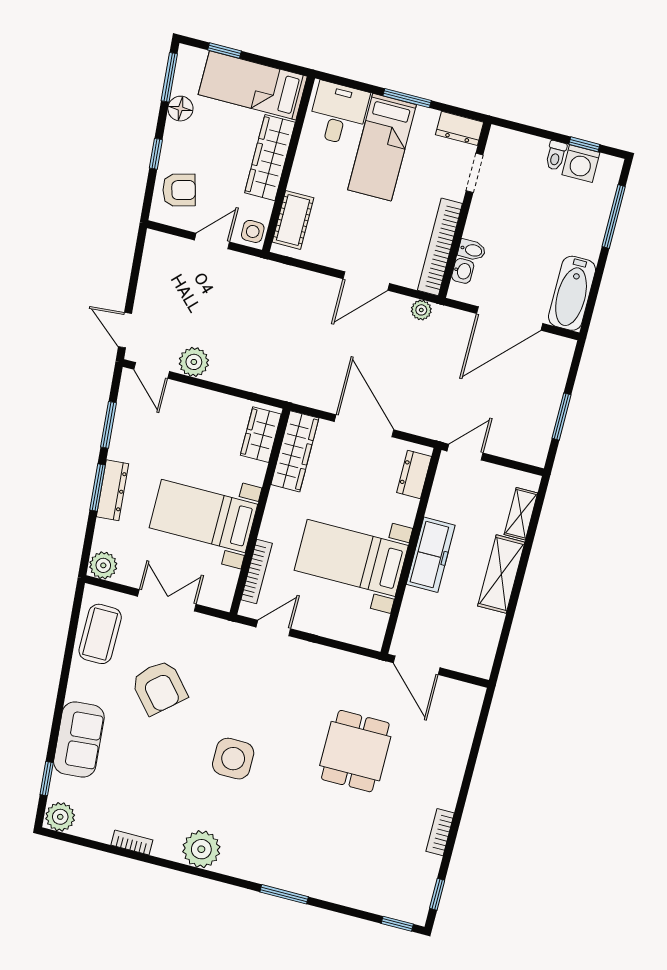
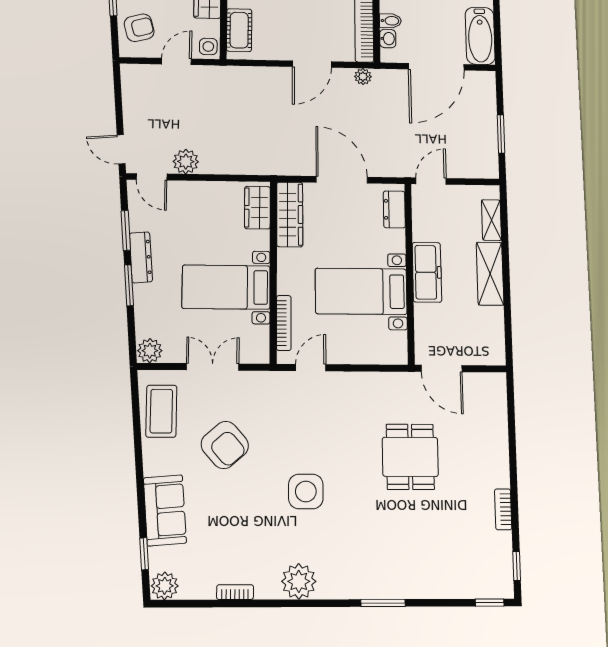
dresser: (113, 490) -> (141, 257), moved

